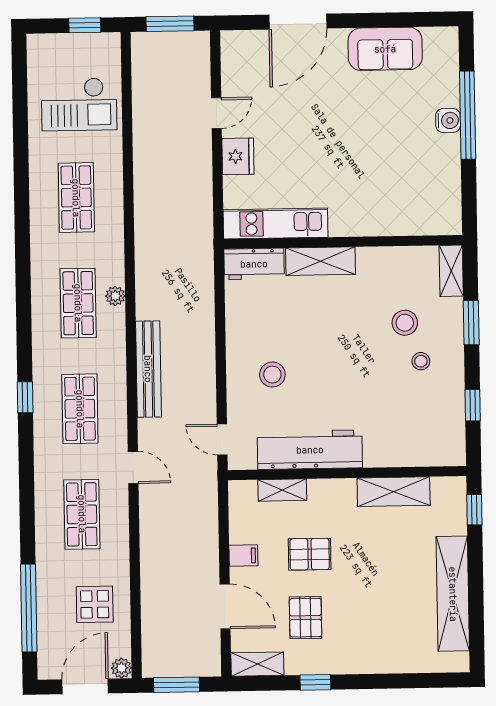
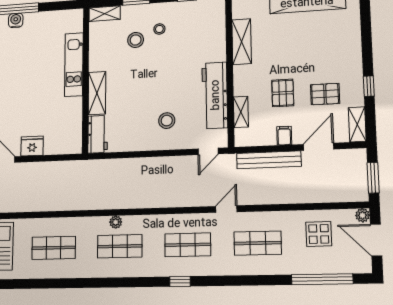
kitchen unit: (275, 223) -> (74, 65), moved
bench: (148, 369) -> (269, 160), moved

